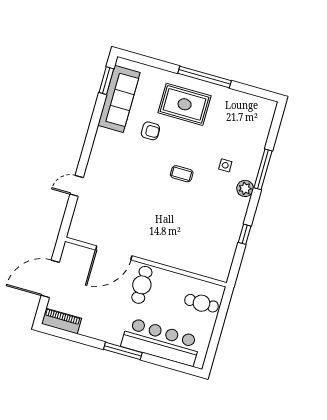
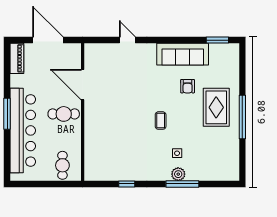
sofa: (119, 99) -> (183, 54), moved
plant: (245, 188) -> (178, 174), moved
bar counter: (161, 342) -> (23, 130), width x1.36

